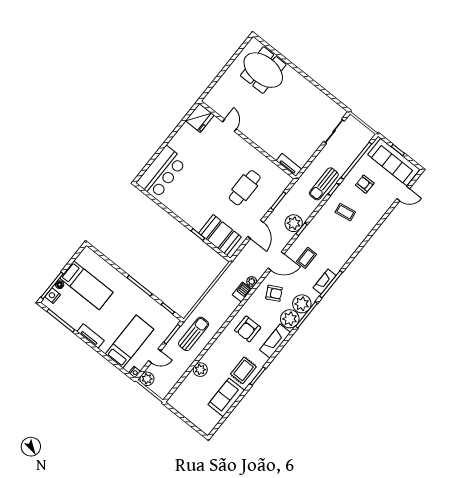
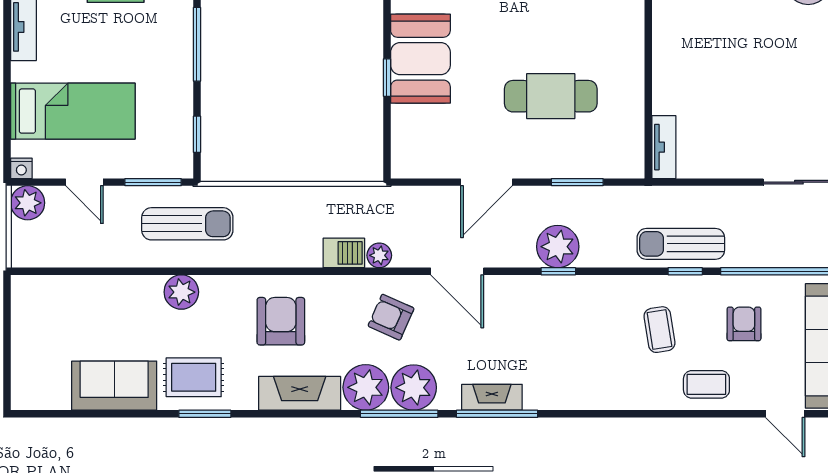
booth: (220, 235) -> (420, 59), moved
coffee table: (307, 258) -> (706, 384), moved
armchair: (274, 293) -> (391, 317), turned 142
armchair: (248, 329) -> (281, 321), turned 90
plant: (200, 370) -> (181, 292), moved

